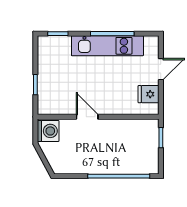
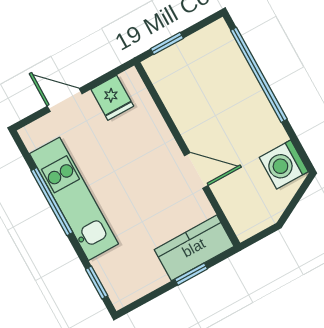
kitchen counter: (48, 94) -> (194, 248), added
door: (87, 117) -> (196, 171), swing flipped
washing machine: (48, 131) -> (284, 164), moved, turned -90

